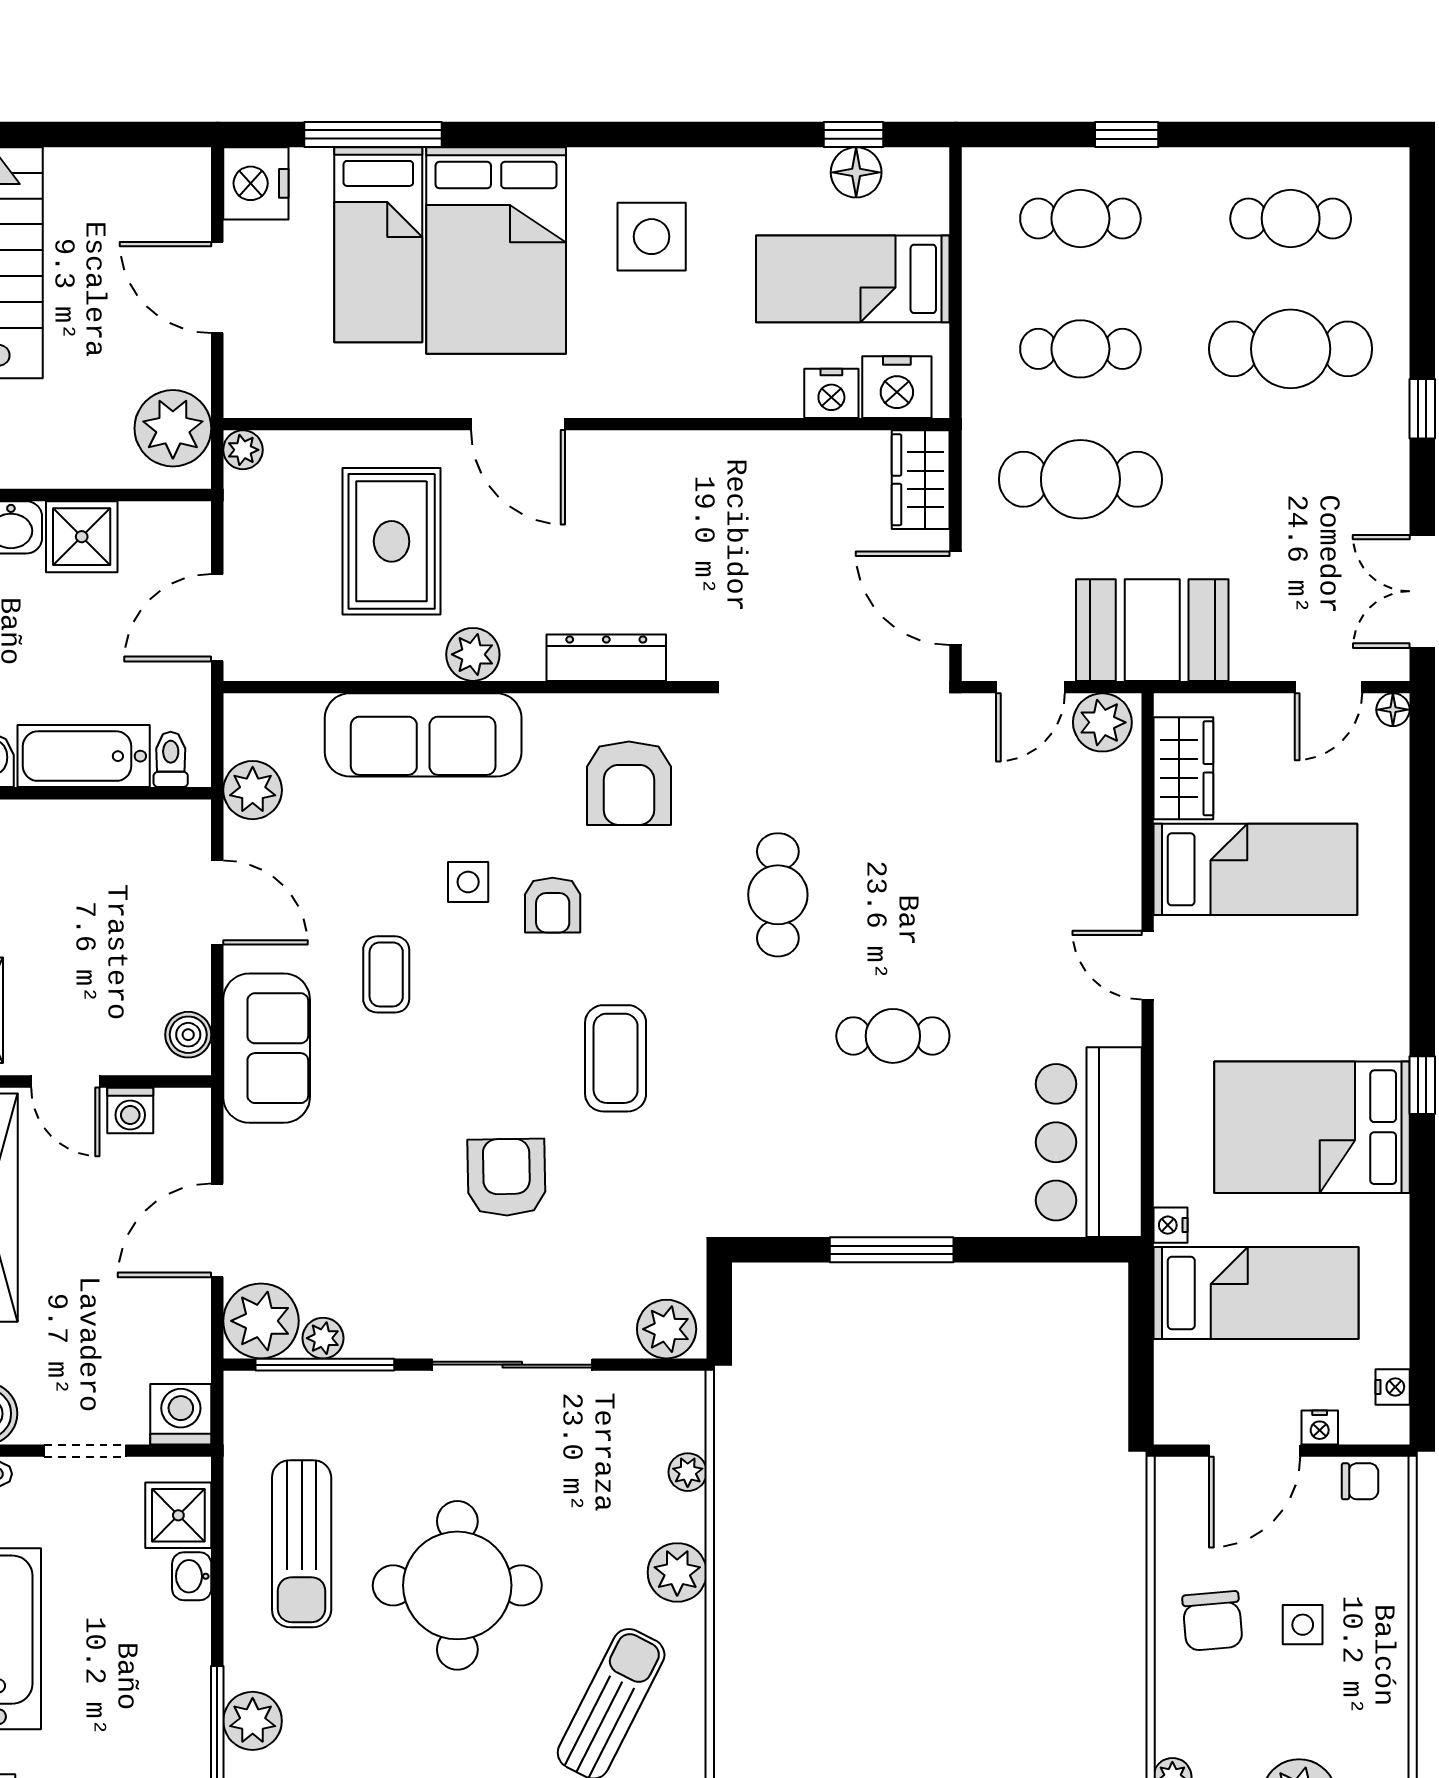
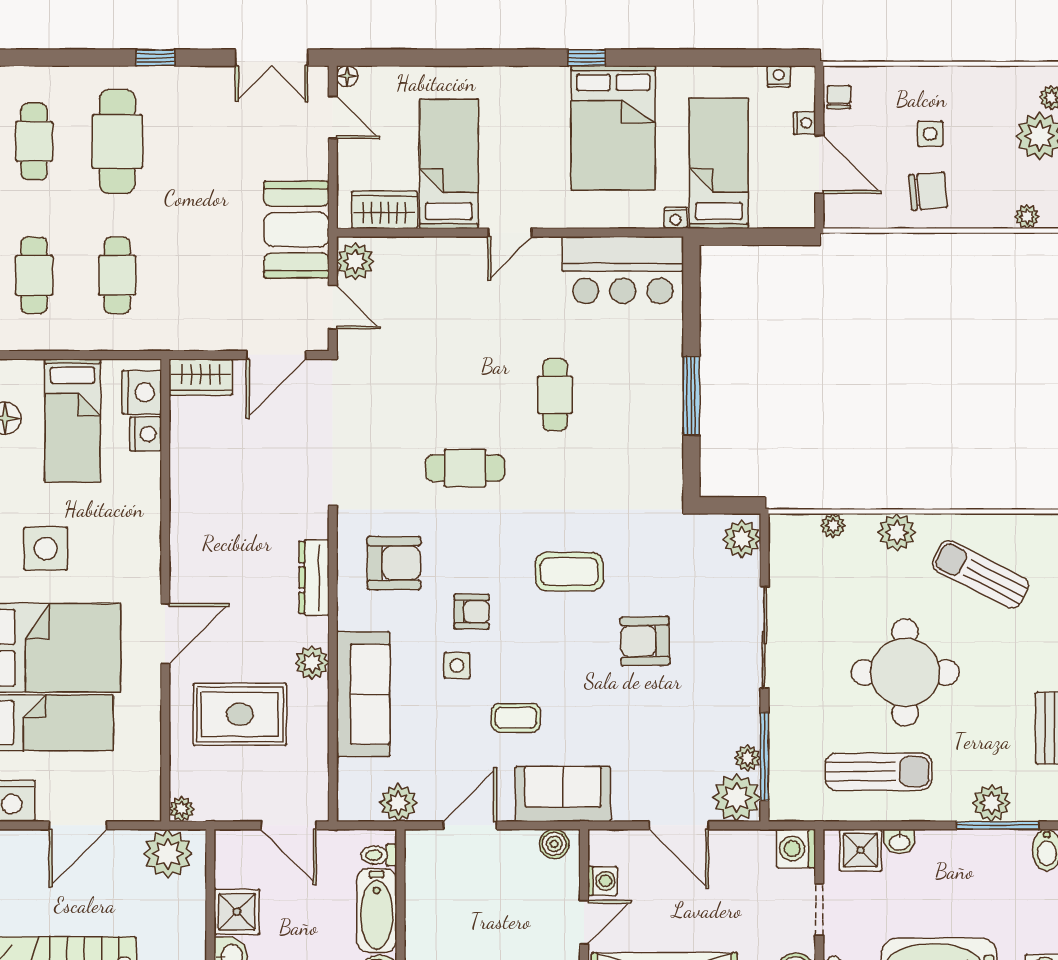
cafe table: (1080, 479) -> (200, 275), removed

